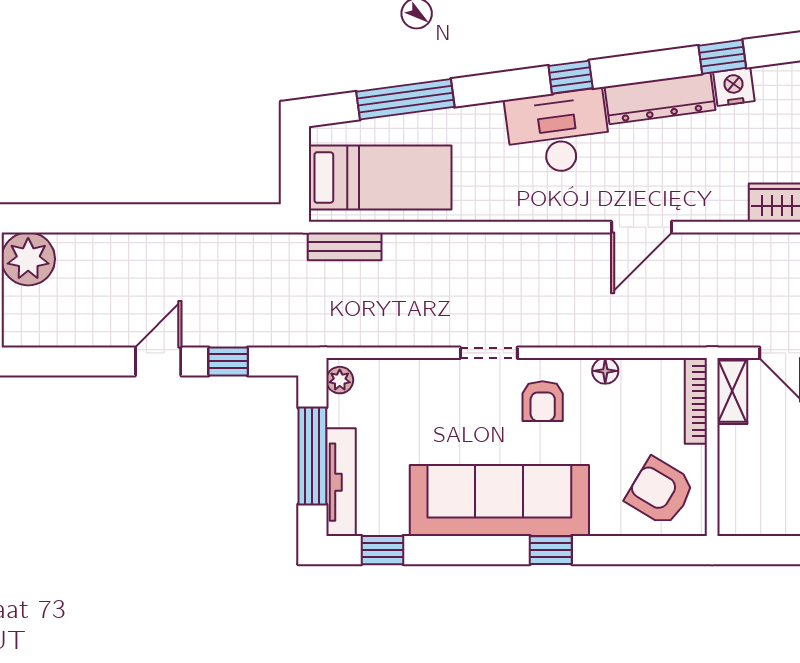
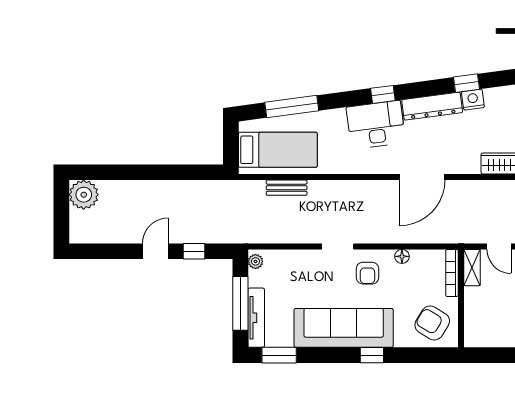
door: (642, 227) -> (422, 177), width x1.36
bench: (345, 246) -> (287, 188), moved
window: (382, 550) -> (279, 355), width x1.50

